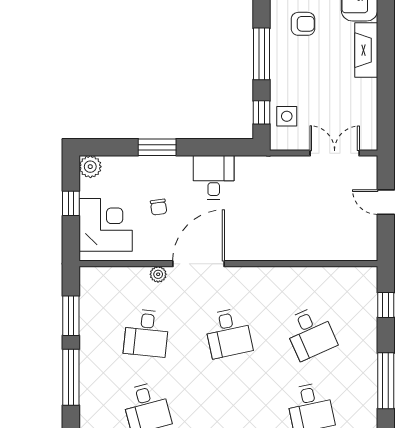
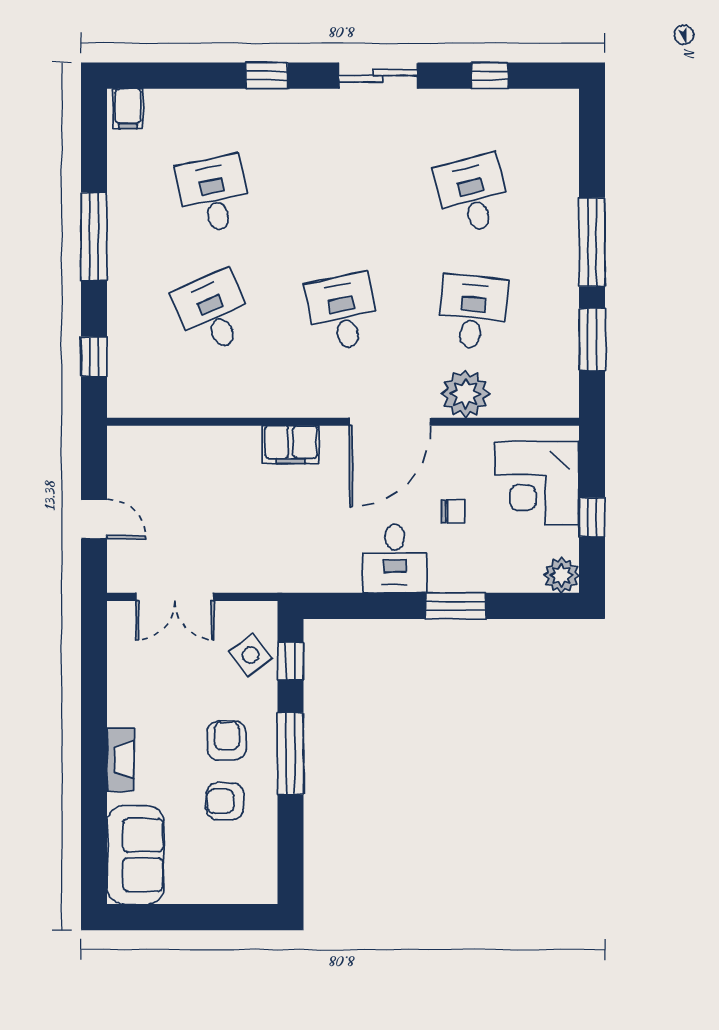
fireplace: (366, 50) -> (121, 760), width x0.73, depth x0.76
armchair: (302, 62) -> (227, 740), added
side table: (287, 116) -> (251, 655), turned -38
desk: (214, 177) -> (395, 558), moved
chair: (159, 207) -> (453, 511), turned 98
filing cabinet: (261, 249) -> (291, 445), added
plant: (158, 274) -> (465, 394), width x1.87, depth x1.87

